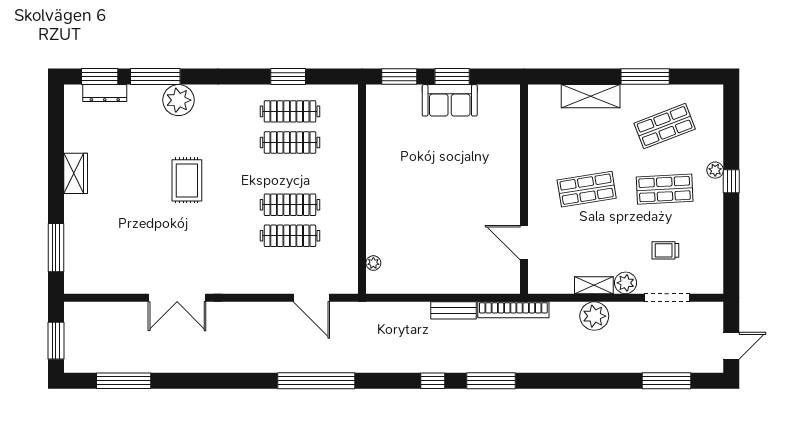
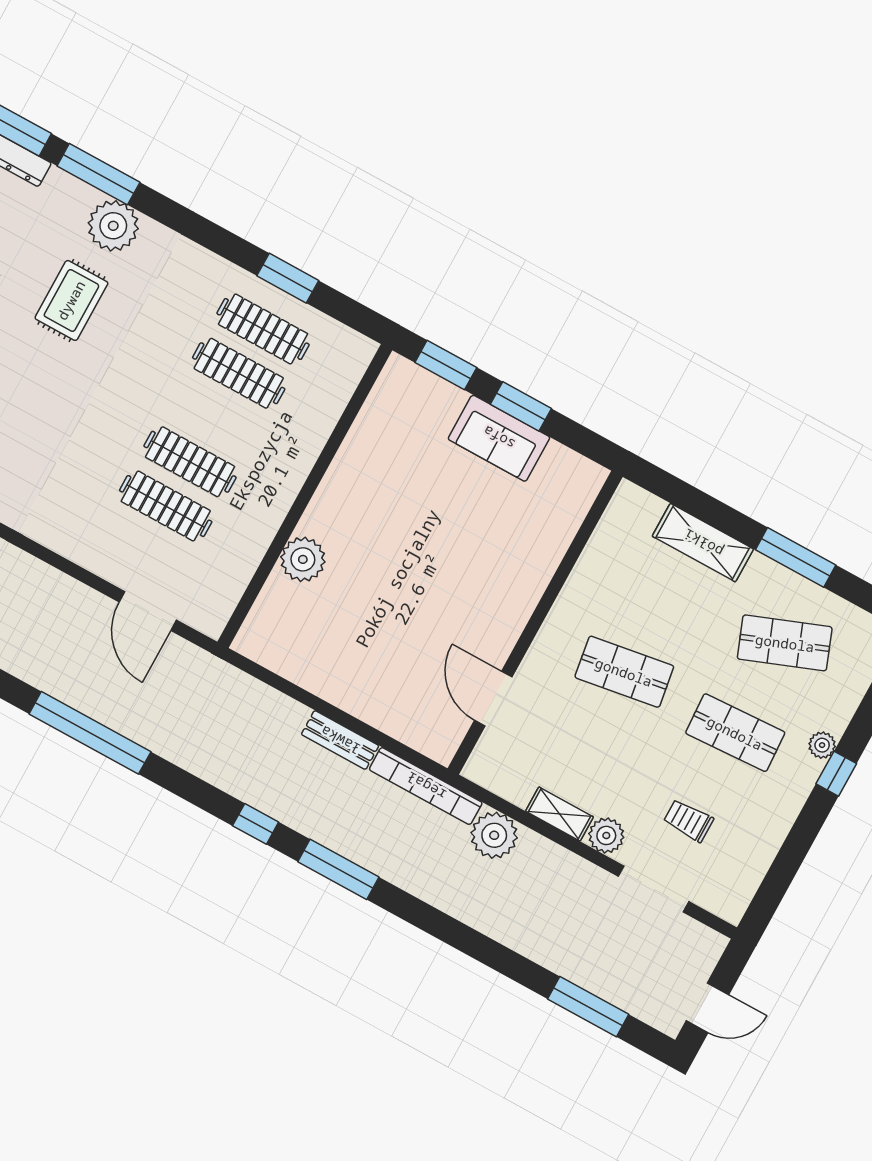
rug: (187, 180) -> (71, 300), moved
plant: (373, 263) -> (303, 559), moved, width x1.88, depth x1.88
plant: (594, 316) -> (494, 835), moved

